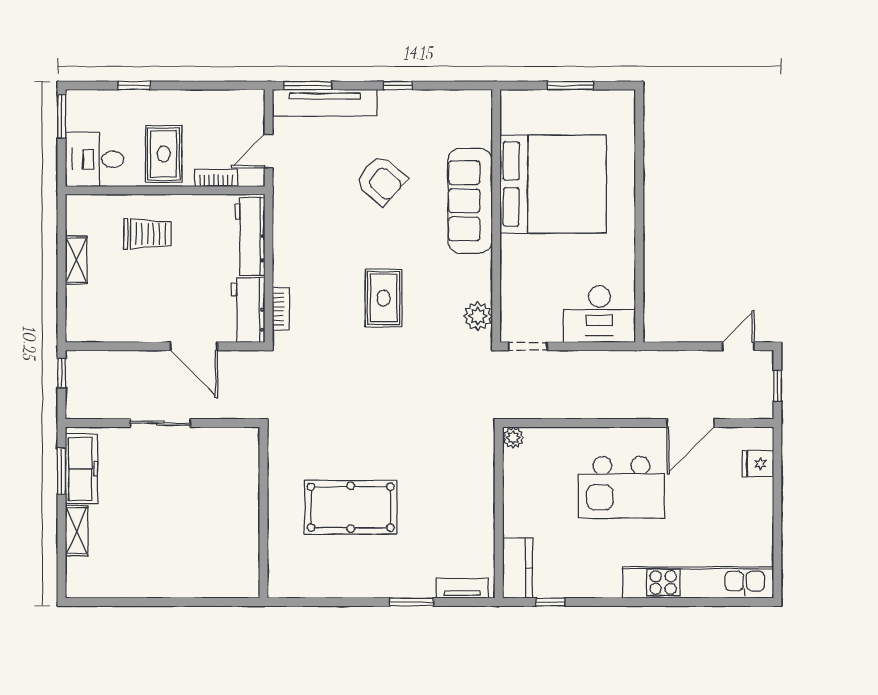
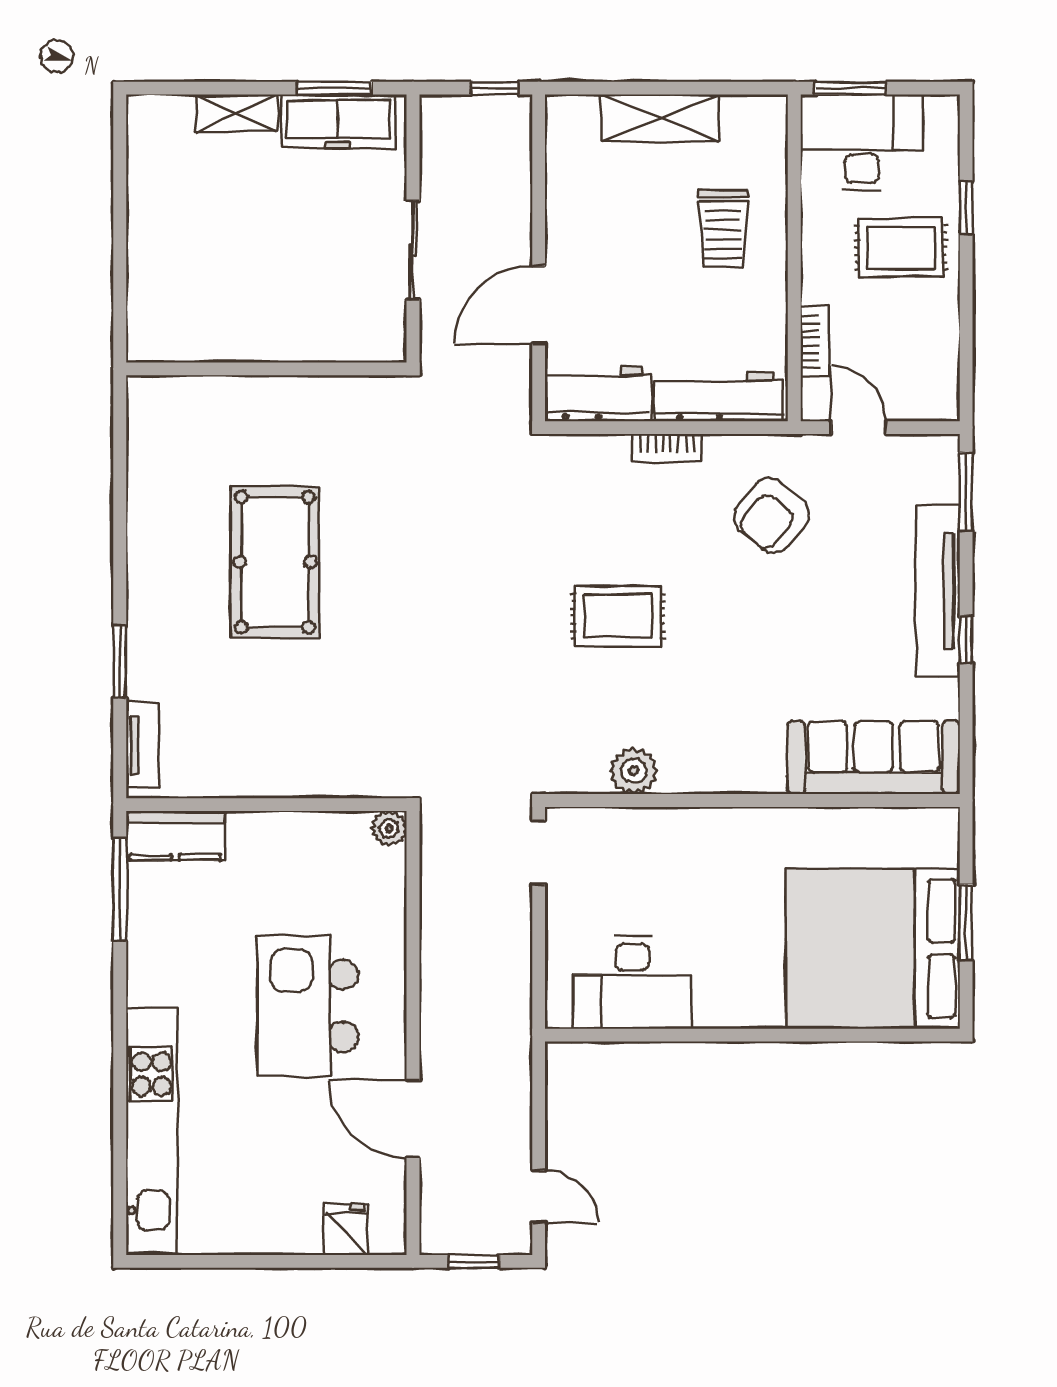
tv unit: (325, 103) -> (938, 591), moved
window: (62, 116) -> (850, 88), moved
rug: (164, 154) -> (901, 248), moved
desk: (95, 159) -> (862, 142), width x1.37
armchair: (381, 180) -> (772, 516), moved
bed: (553, 184) -> (873, 949), moved, turned 90
sofa: (470, 201) -> (874, 758), moved
shelving: (76, 260) -> (661, 118), width x1.50, depth x1.33
bookcase: (281, 309) -> (667, 448), moved
desk: (599, 314) -> (632, 982), moved, turned -90
plant: (478, 316) -> (634, 771), moved
wall: (263, 513) -> (266, 369), moved
window: (550, 602) -> (120, 890), width x2.17

